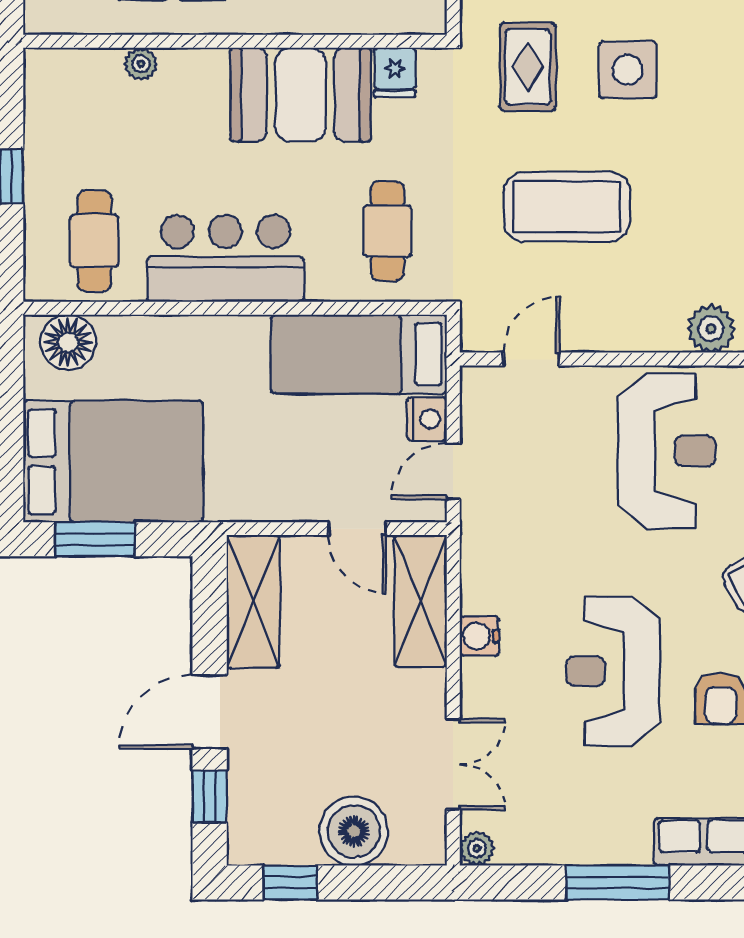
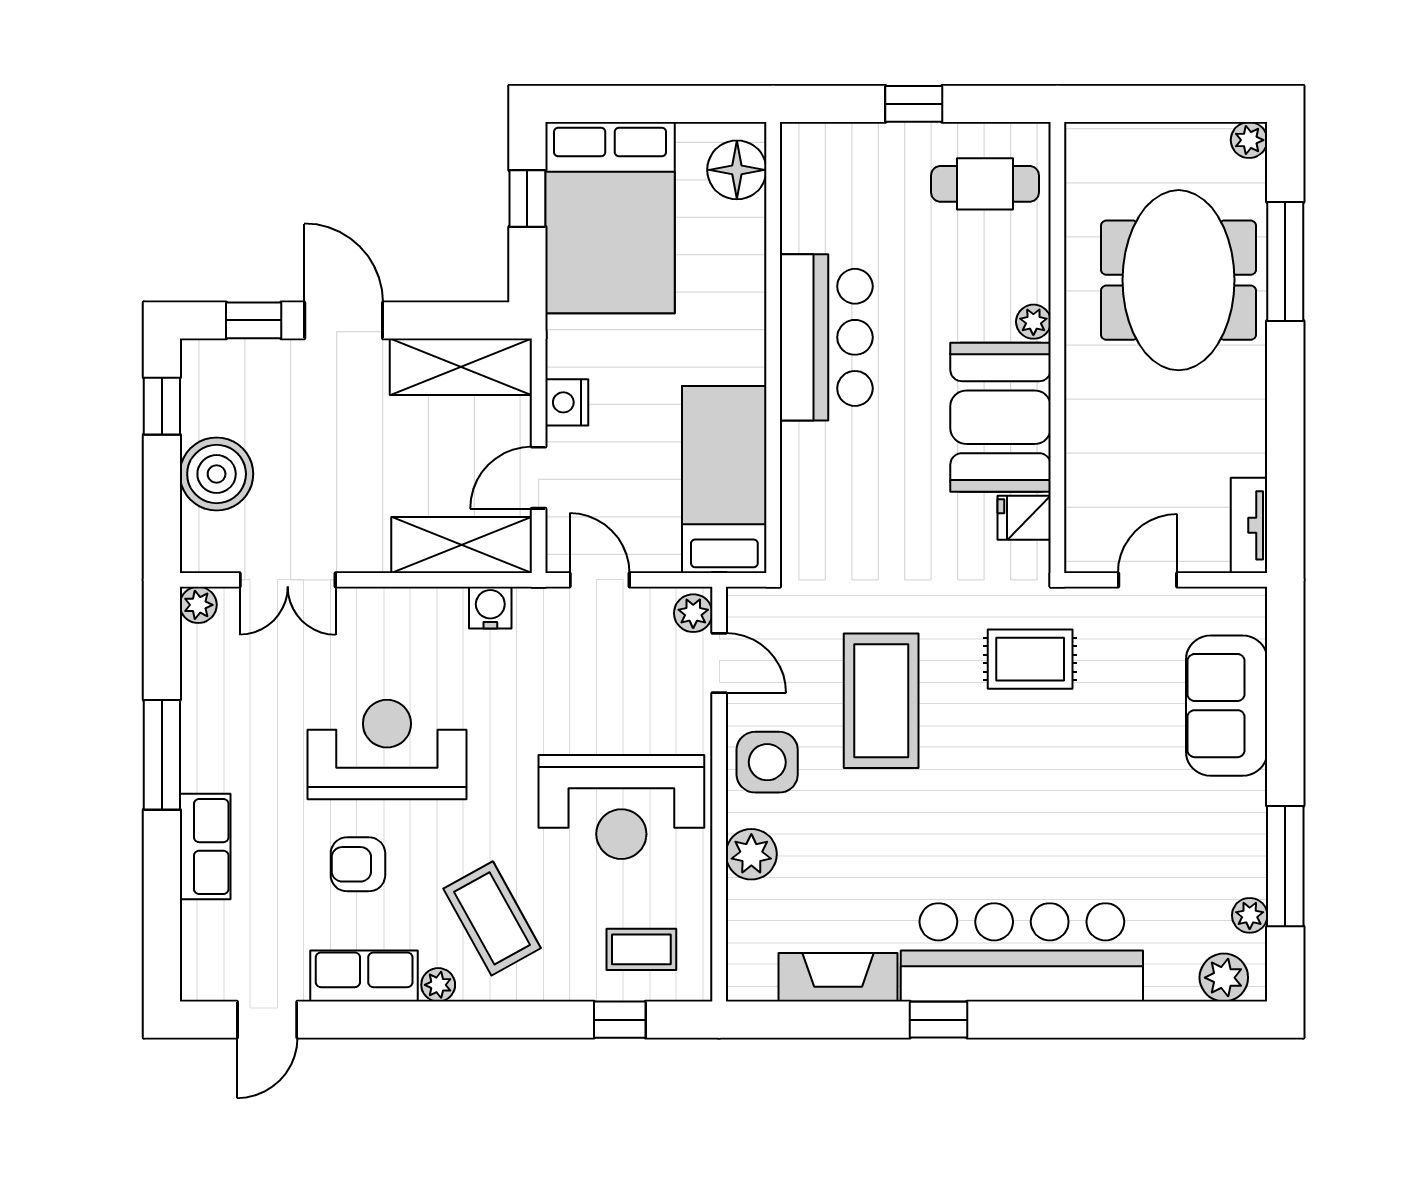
plant: (141, 64) -> (1033, 322), moved
side table: (628, 70) -> (767, 762), moved
cafe table: (387, 231) -> (856, 510), removed
cafe table: (94, 241) -> (985, 184), moved
plant: (485, 383) -> (693, 613), added
nightstand: (427, 419) -> (567, 402), moved, turned 90
window: (95, 539) -> (527, 199), width x0.67
water cooler: (479, 636) -> (490, 608), moved

